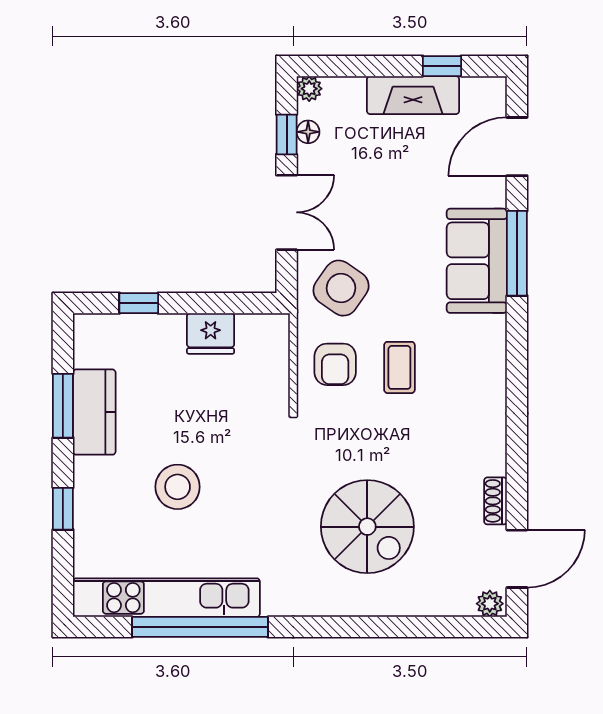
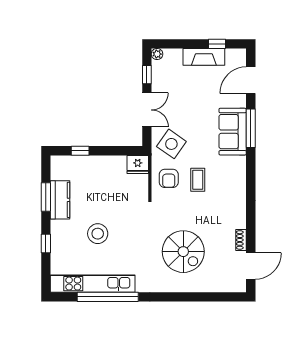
floor lamp: (308, 132) -> (157, 74), removed
fridge: (211, 333) -> (138, 164), moved
plant: (490, 604) -> (238, 286), removed

